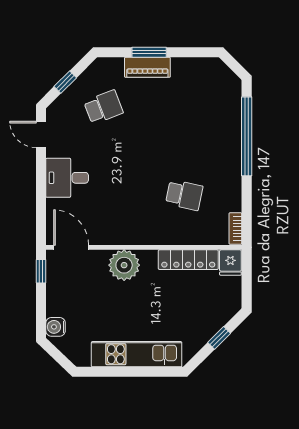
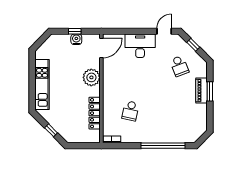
desk: (67, 178) -> (140, 46), width x1.37
fridge: (230, 263) -> (93, 137), removed
window: (41, 271) -> (75, 31), moved
water cooler: (56, 327) -> (76, 39), moved

